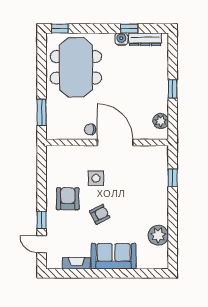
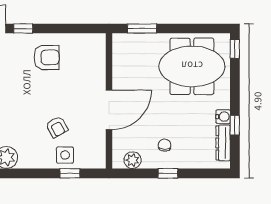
chair: (90, 129) -> (165, 145), moved
side table: (96, 178) -> (65, 155), moved
armchair: (100, 214) -> (57, 127), moved

